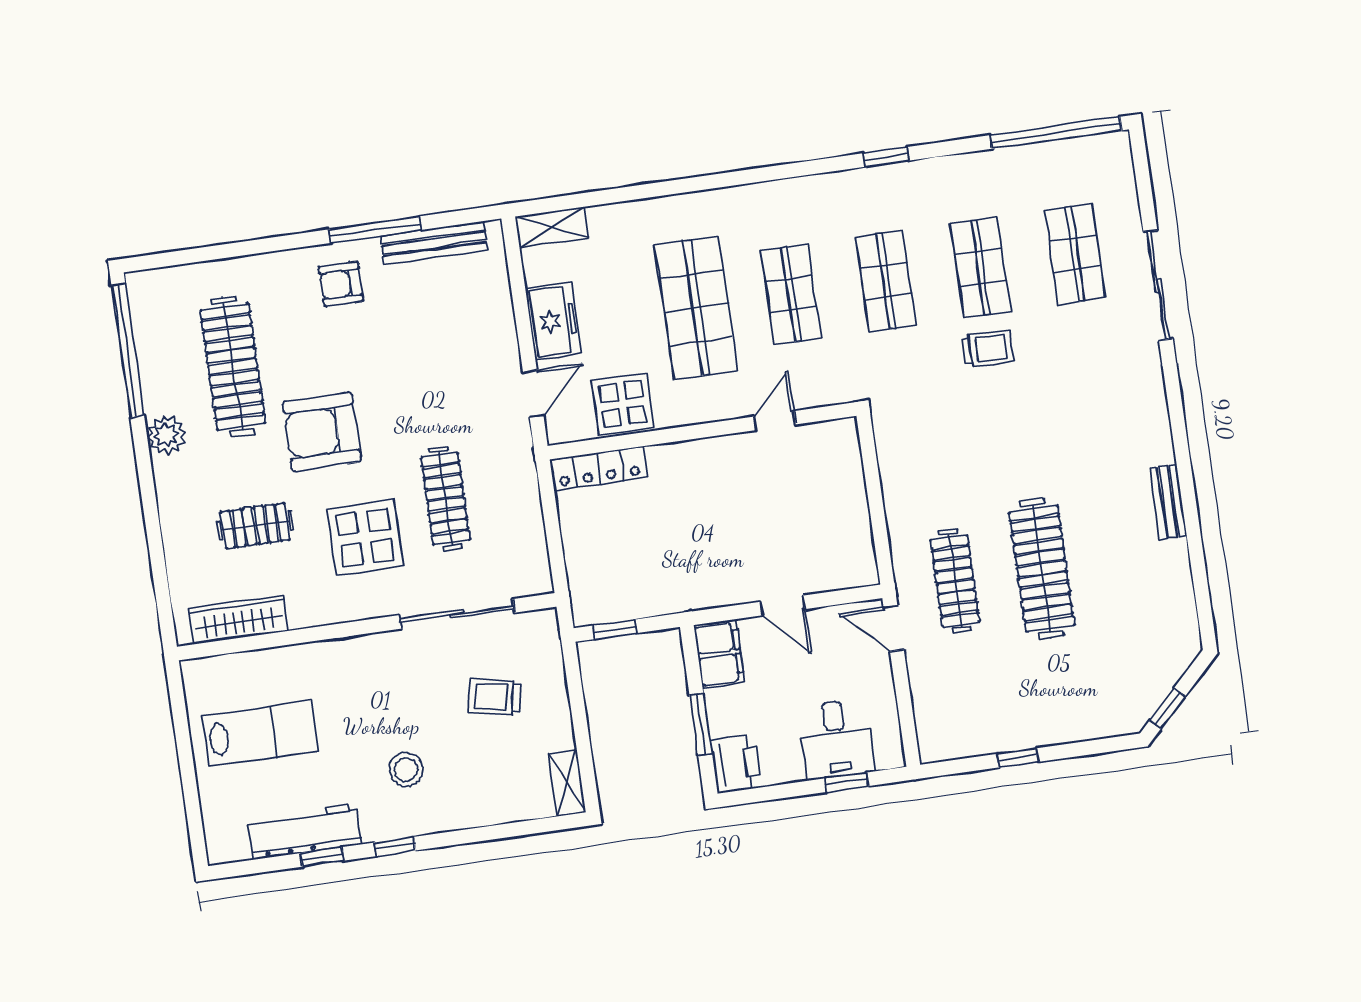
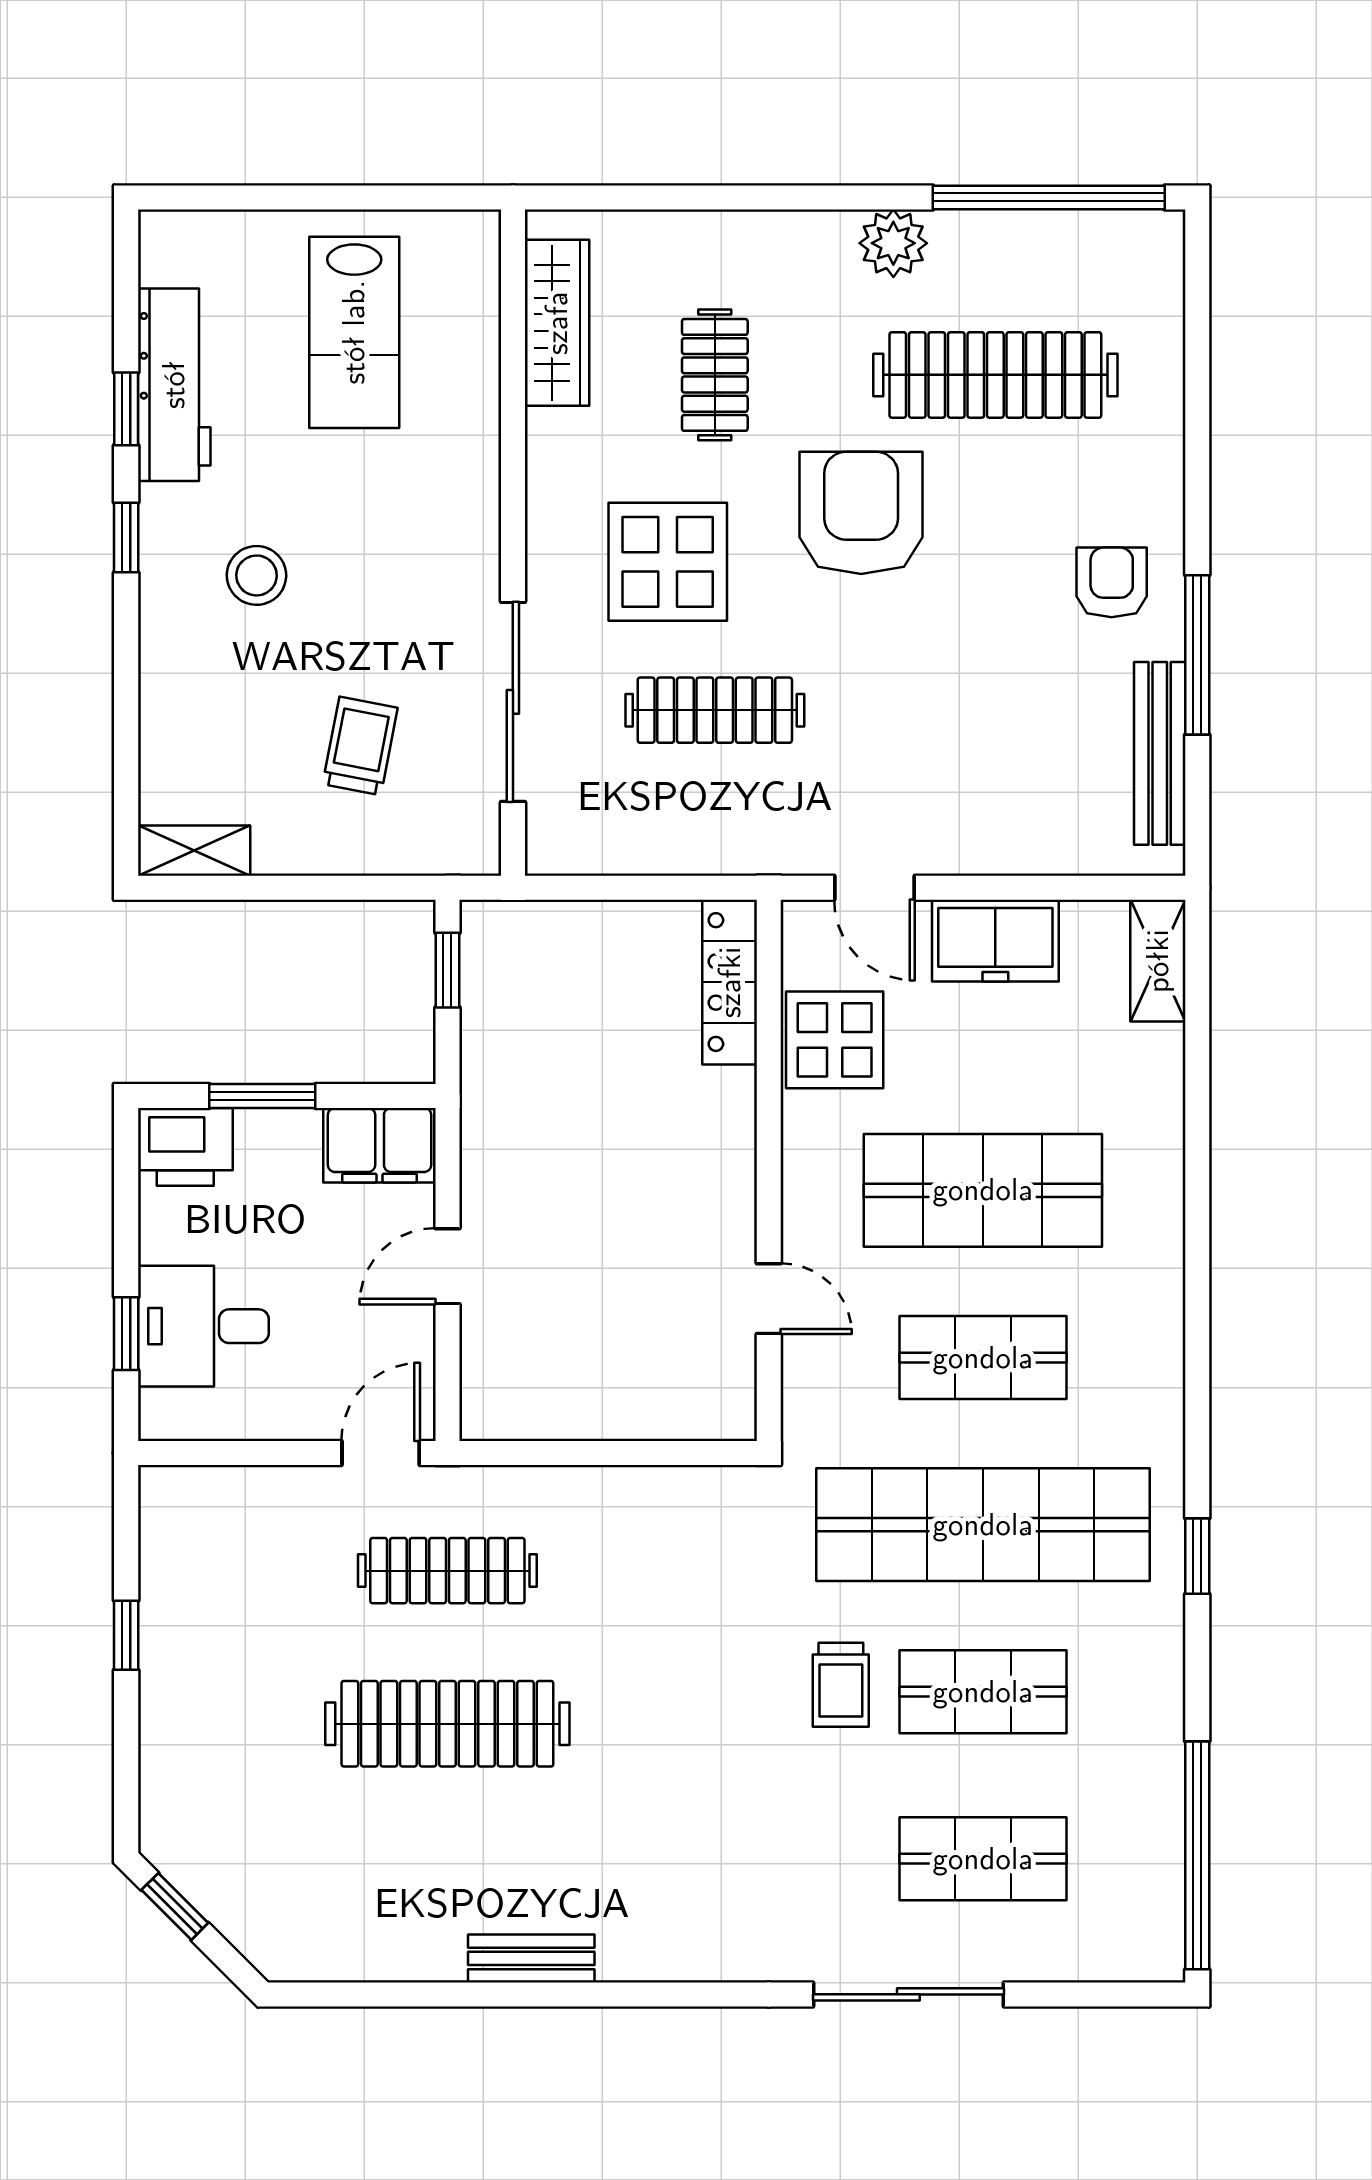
shop shelf: (886, 281) -> (983, 1525), width x2.00, depth x1.36

